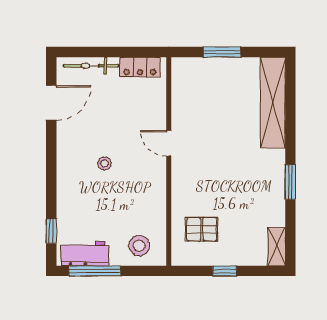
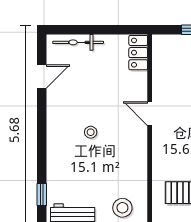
locker: (140, 67) -> (138, 53), moved, turned 90
door: (51, 103) -> (42, 76), width x0.73

